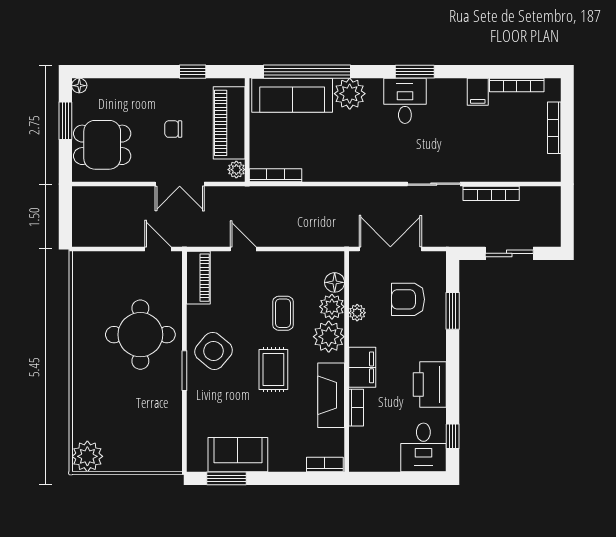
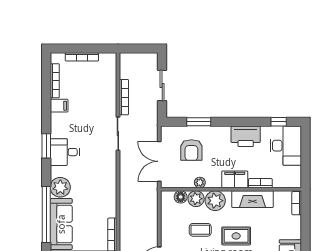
desk: (423, 447) -> (286, 146), width x1.37

